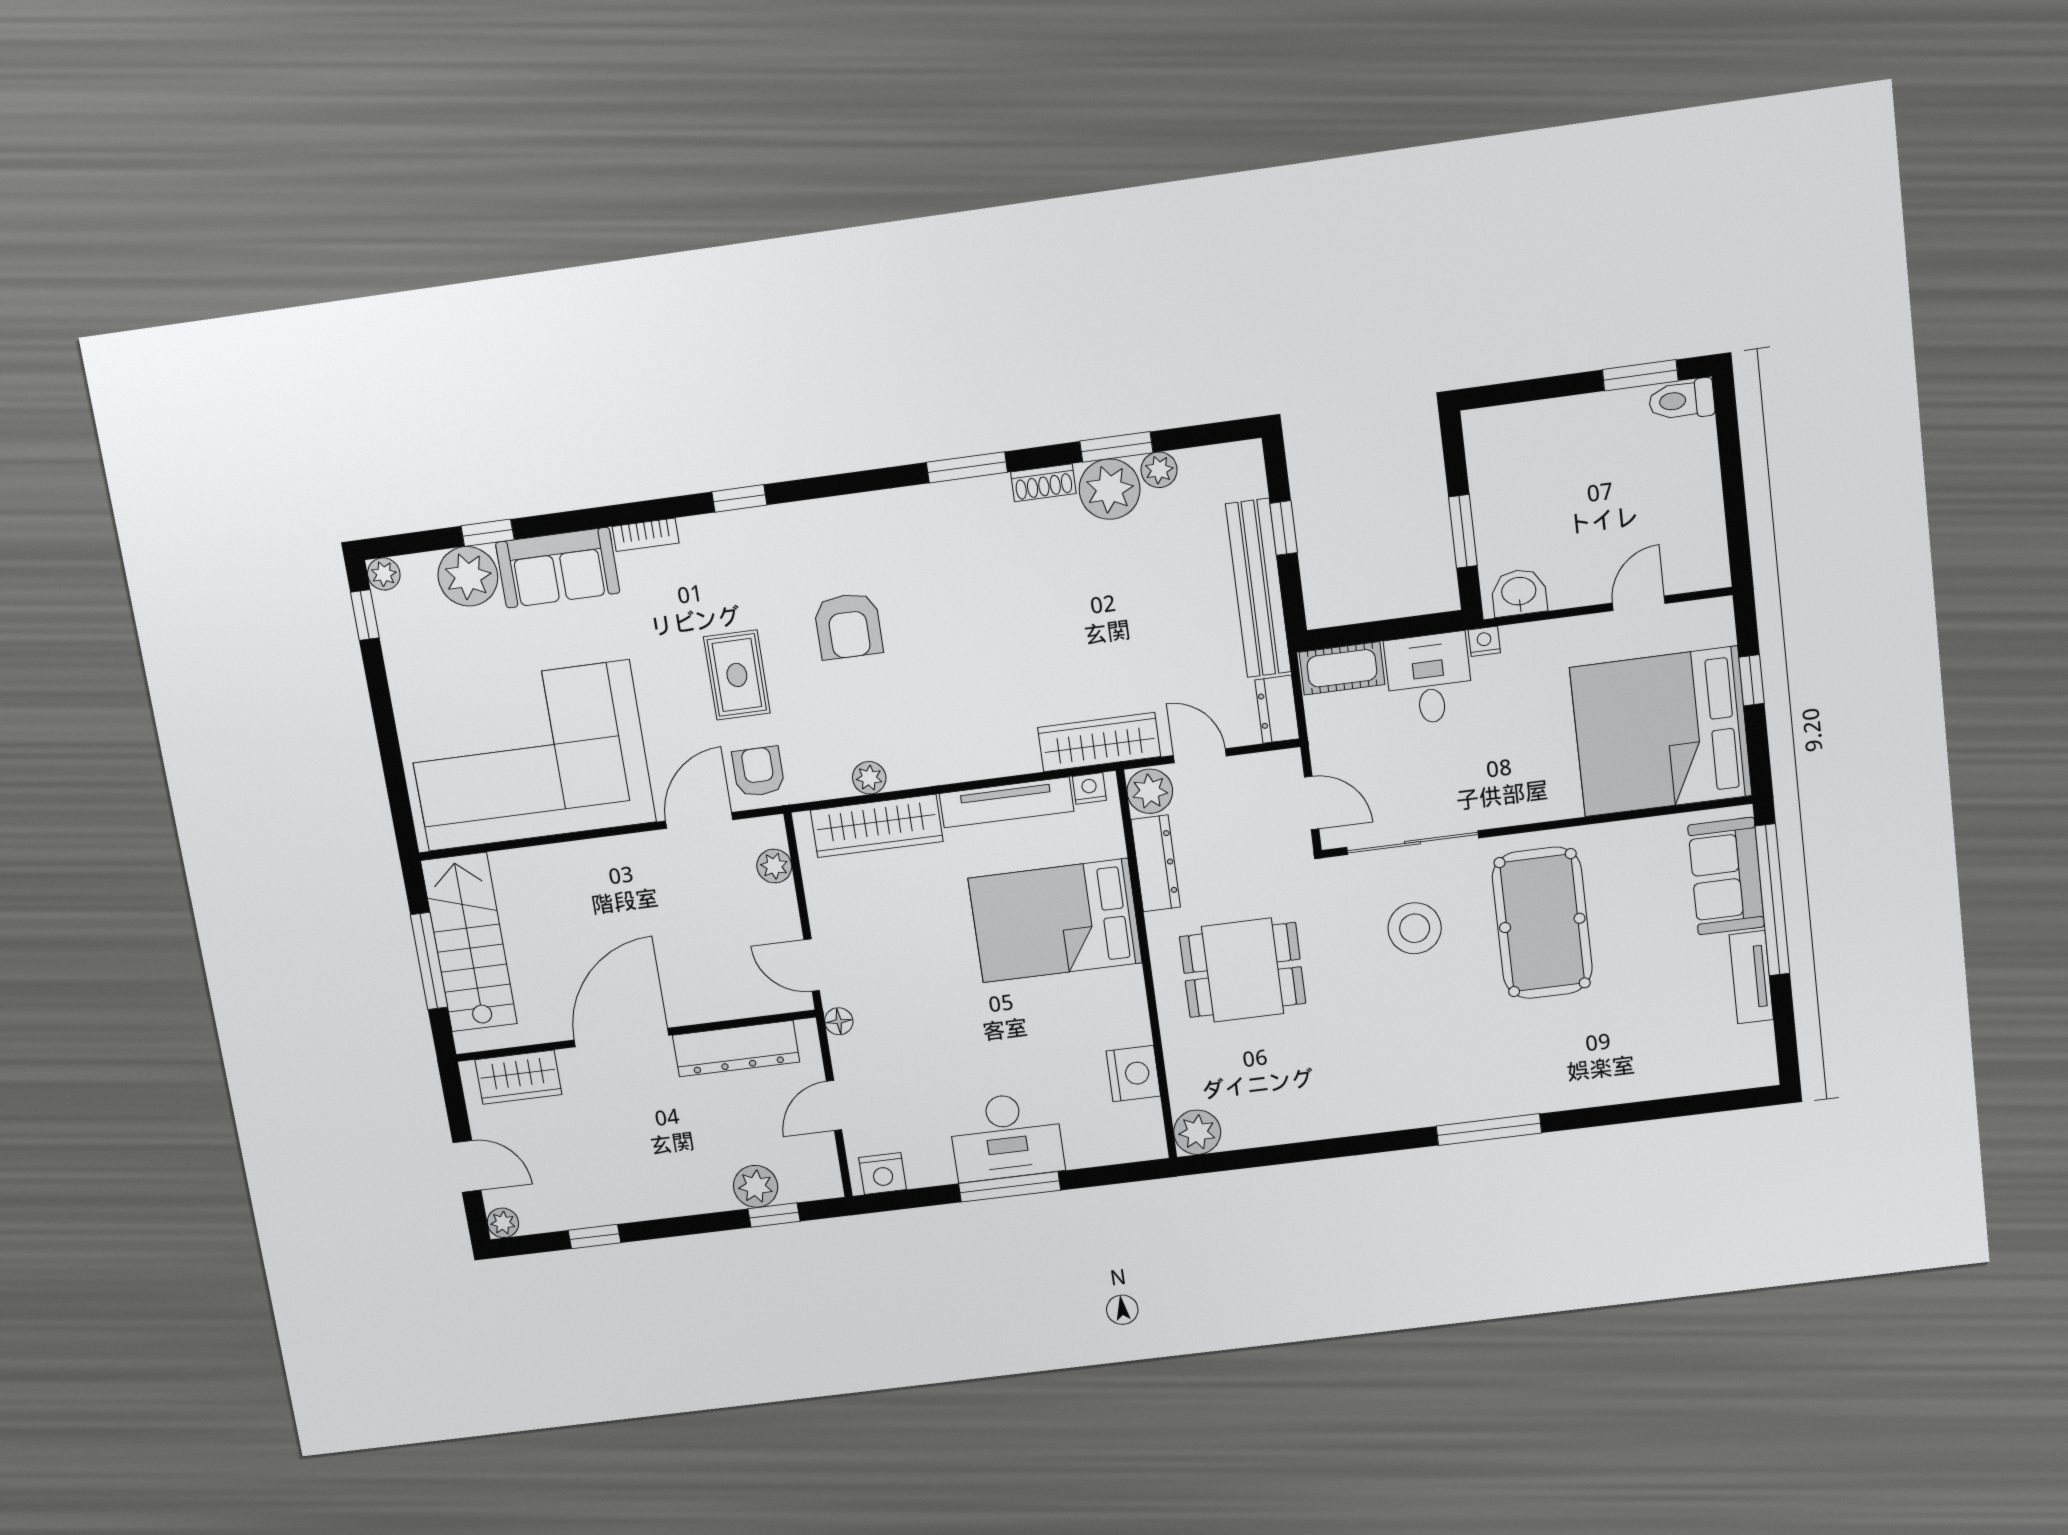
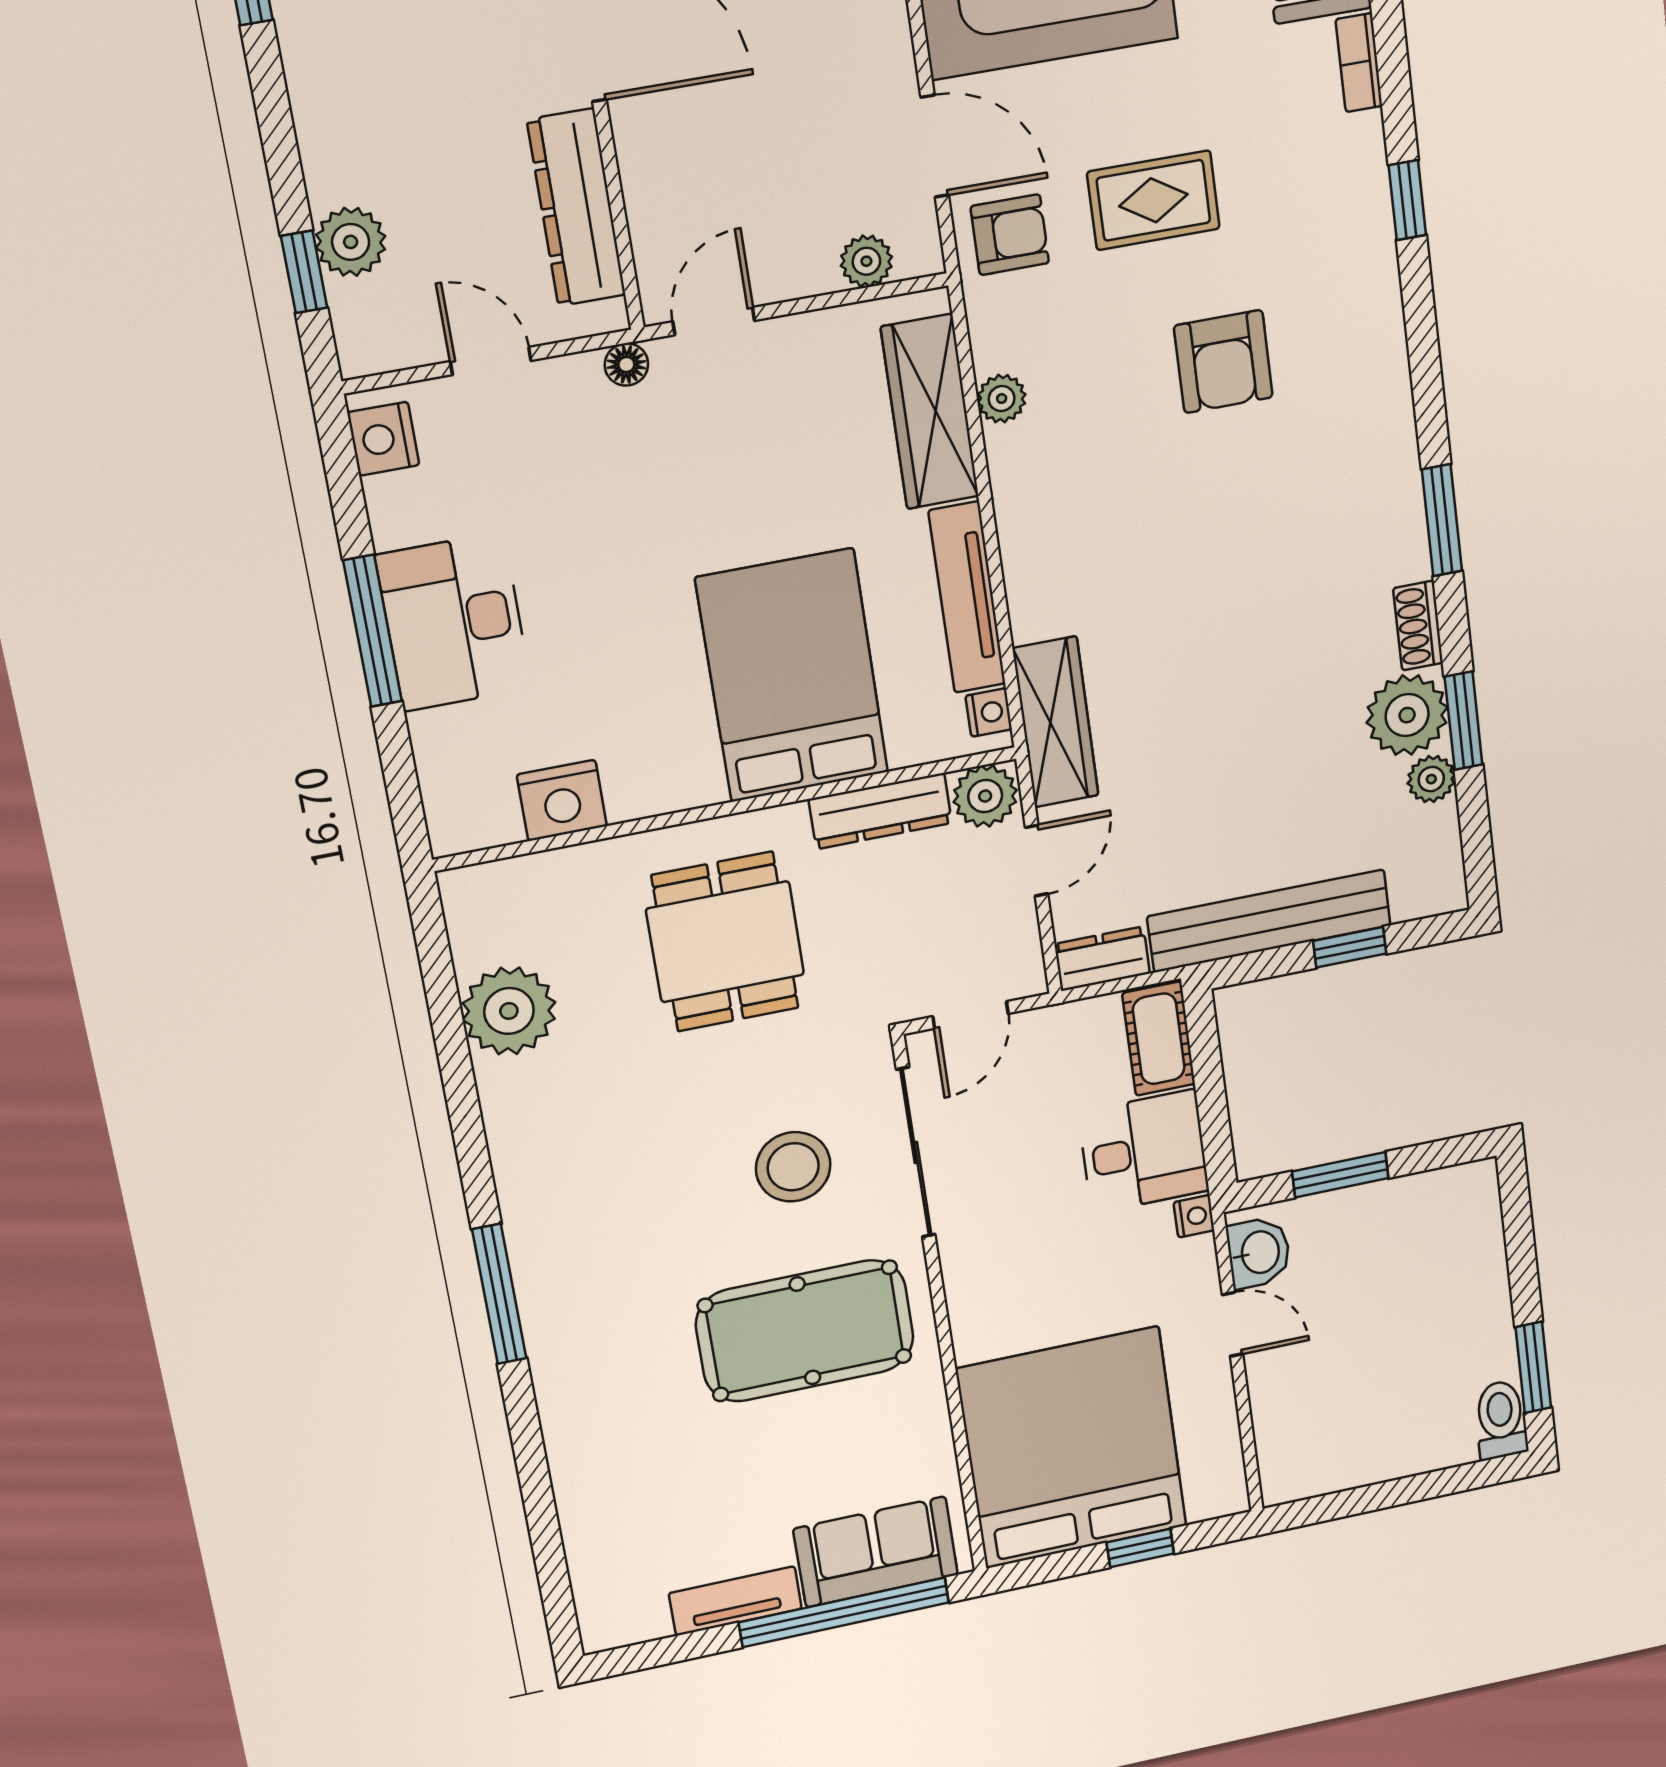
door: (1639, 603) -> (1232, 1324), moved
armchair: (848, 626) -> (1223, 362), turned -90
plant: (1197, 1132) -> (509, 1011), moved, width x1.36, depth x1.36

